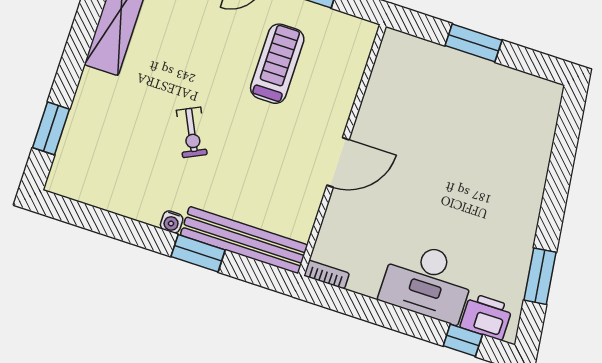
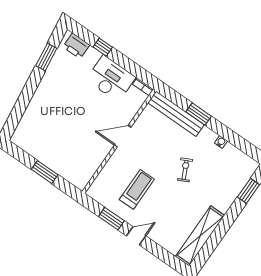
treadmill: (277, 64) -> (137, 189), turned 180
water cooler: (172, 222) -> (221, 142), moved
desk: (427, 282) -> (111, 79), moved
window: (463, 340) -> (103, 47), moved

